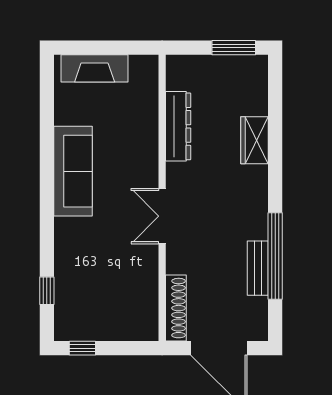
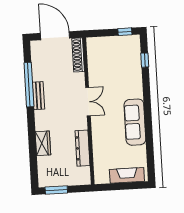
bench: (258, 268) -> (38, 96), moved

